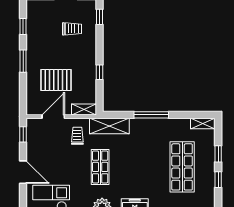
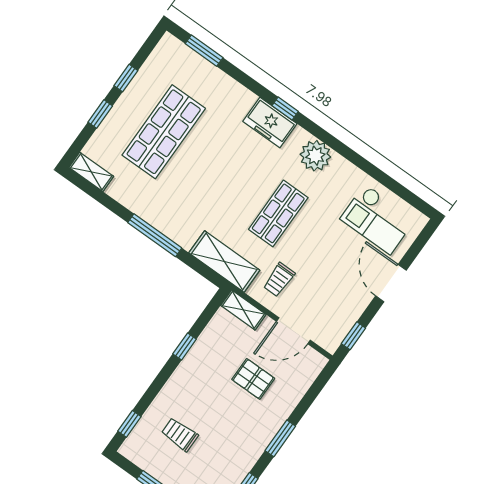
pallet: (56, 80) -> (253, 379), width x0.67, depth x0.71

